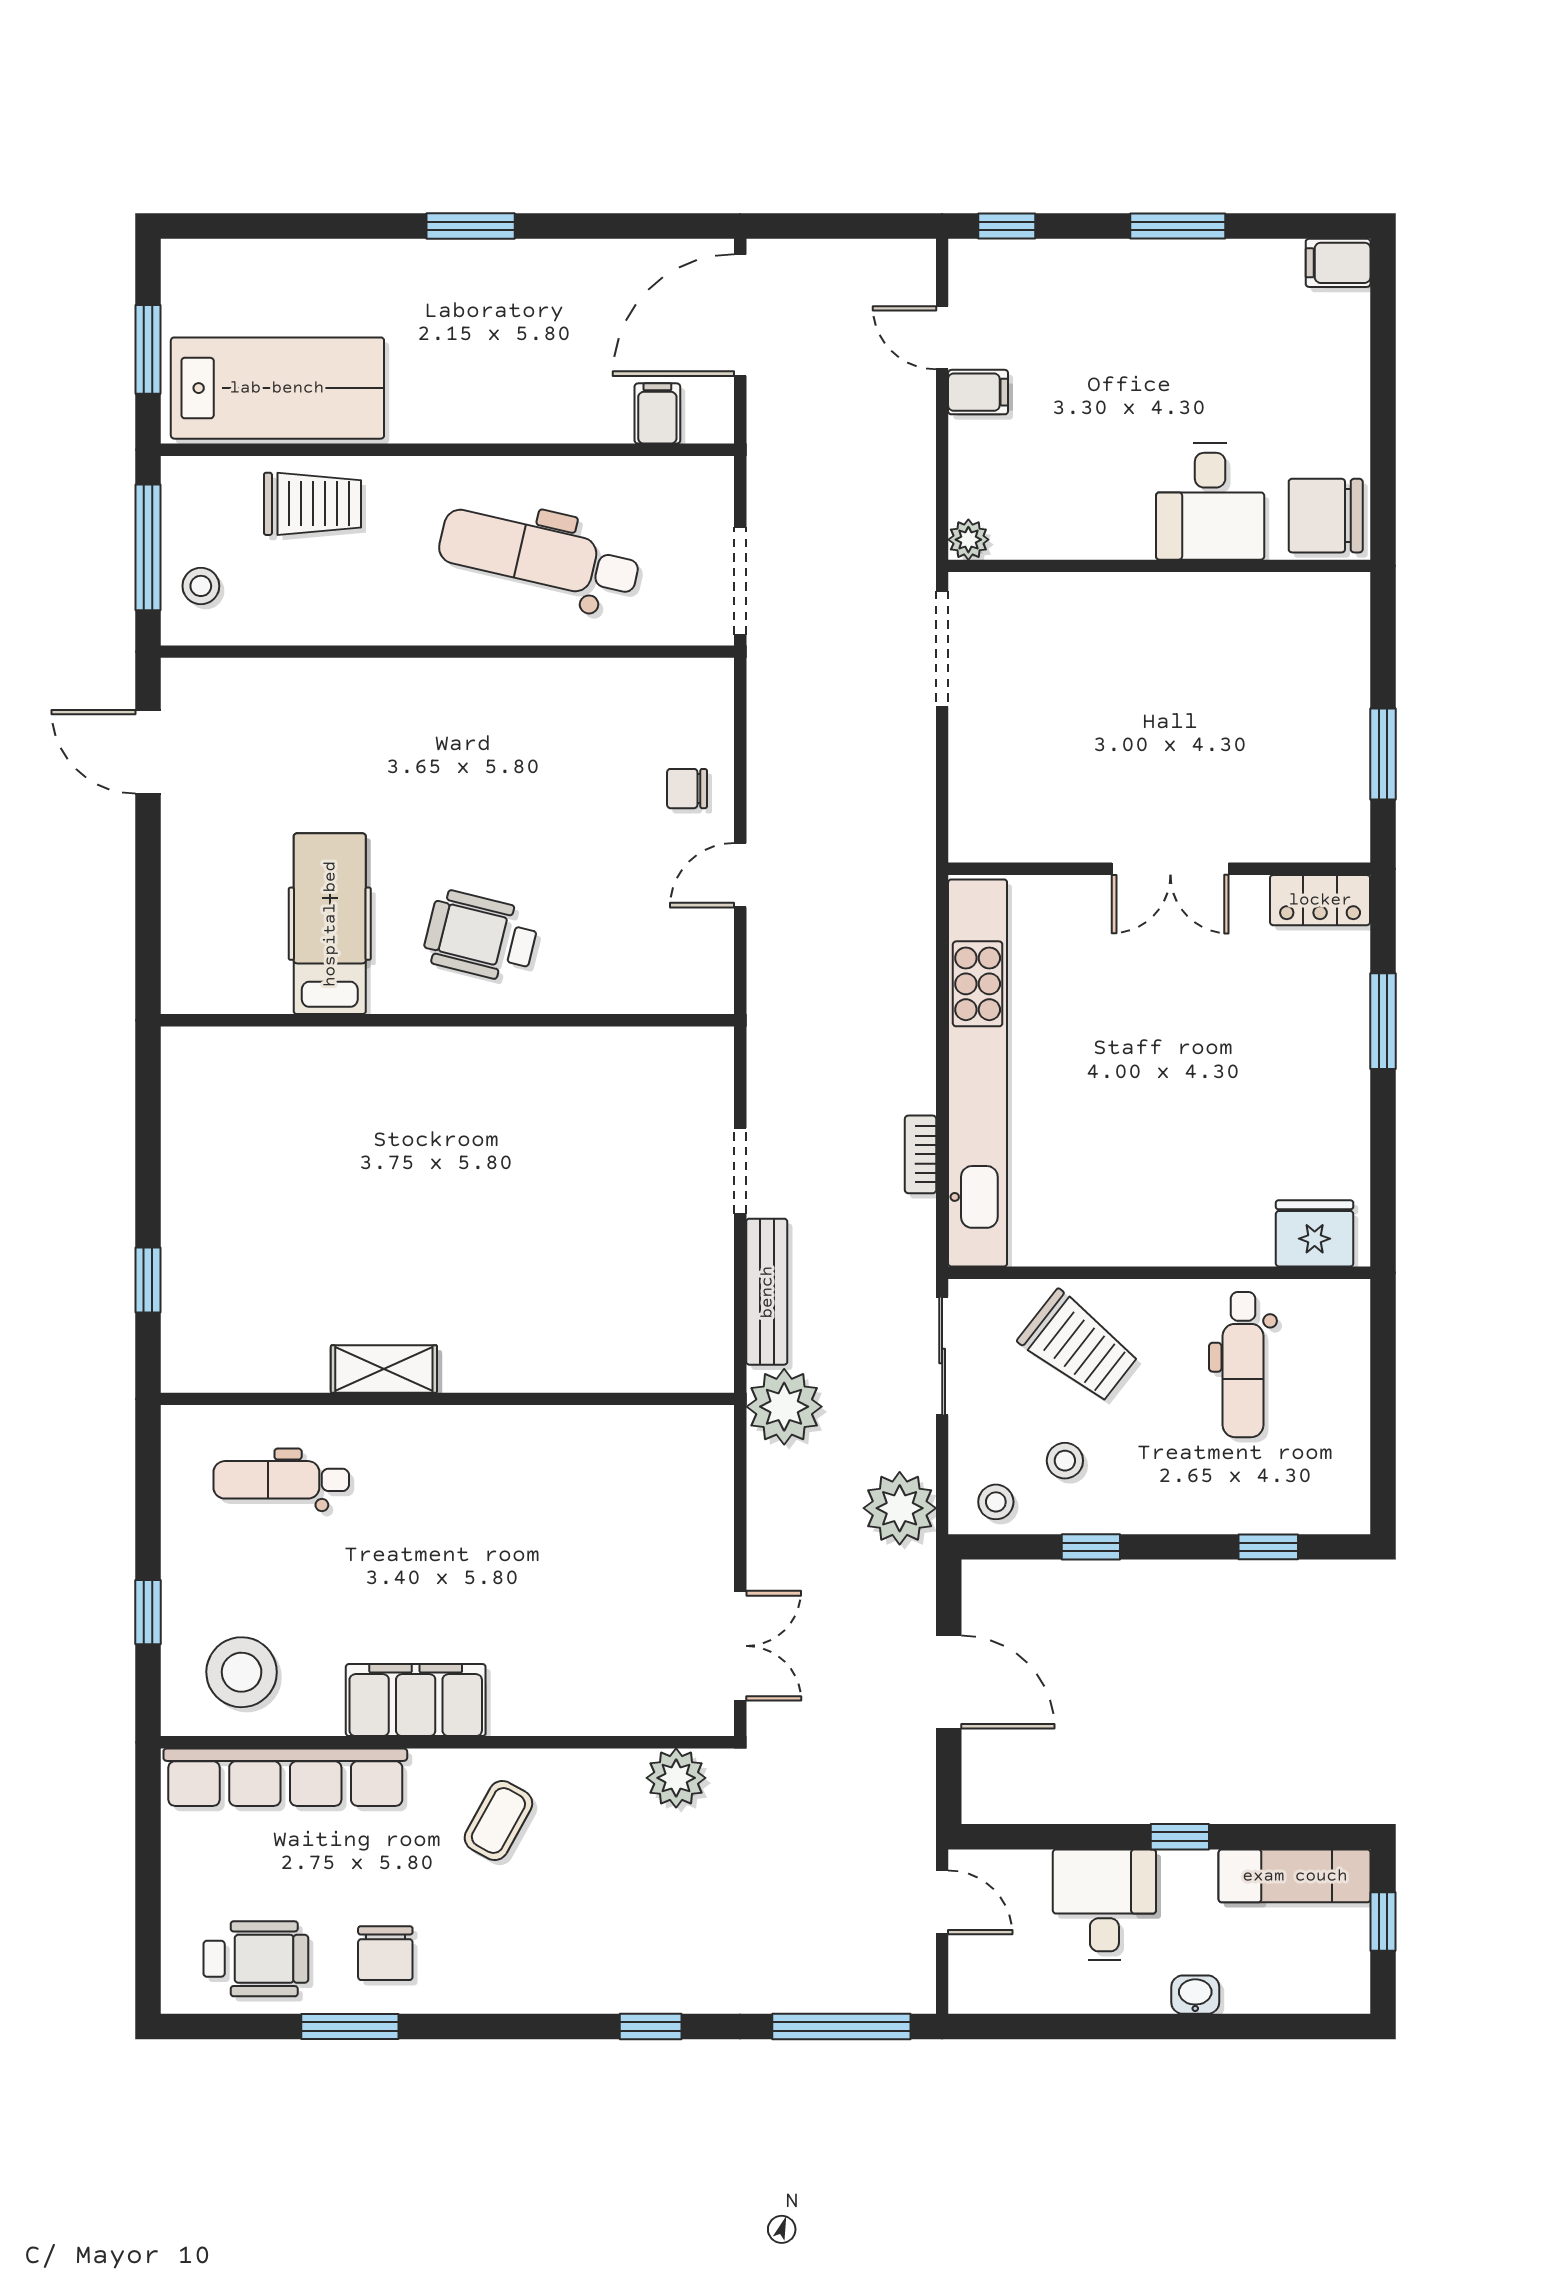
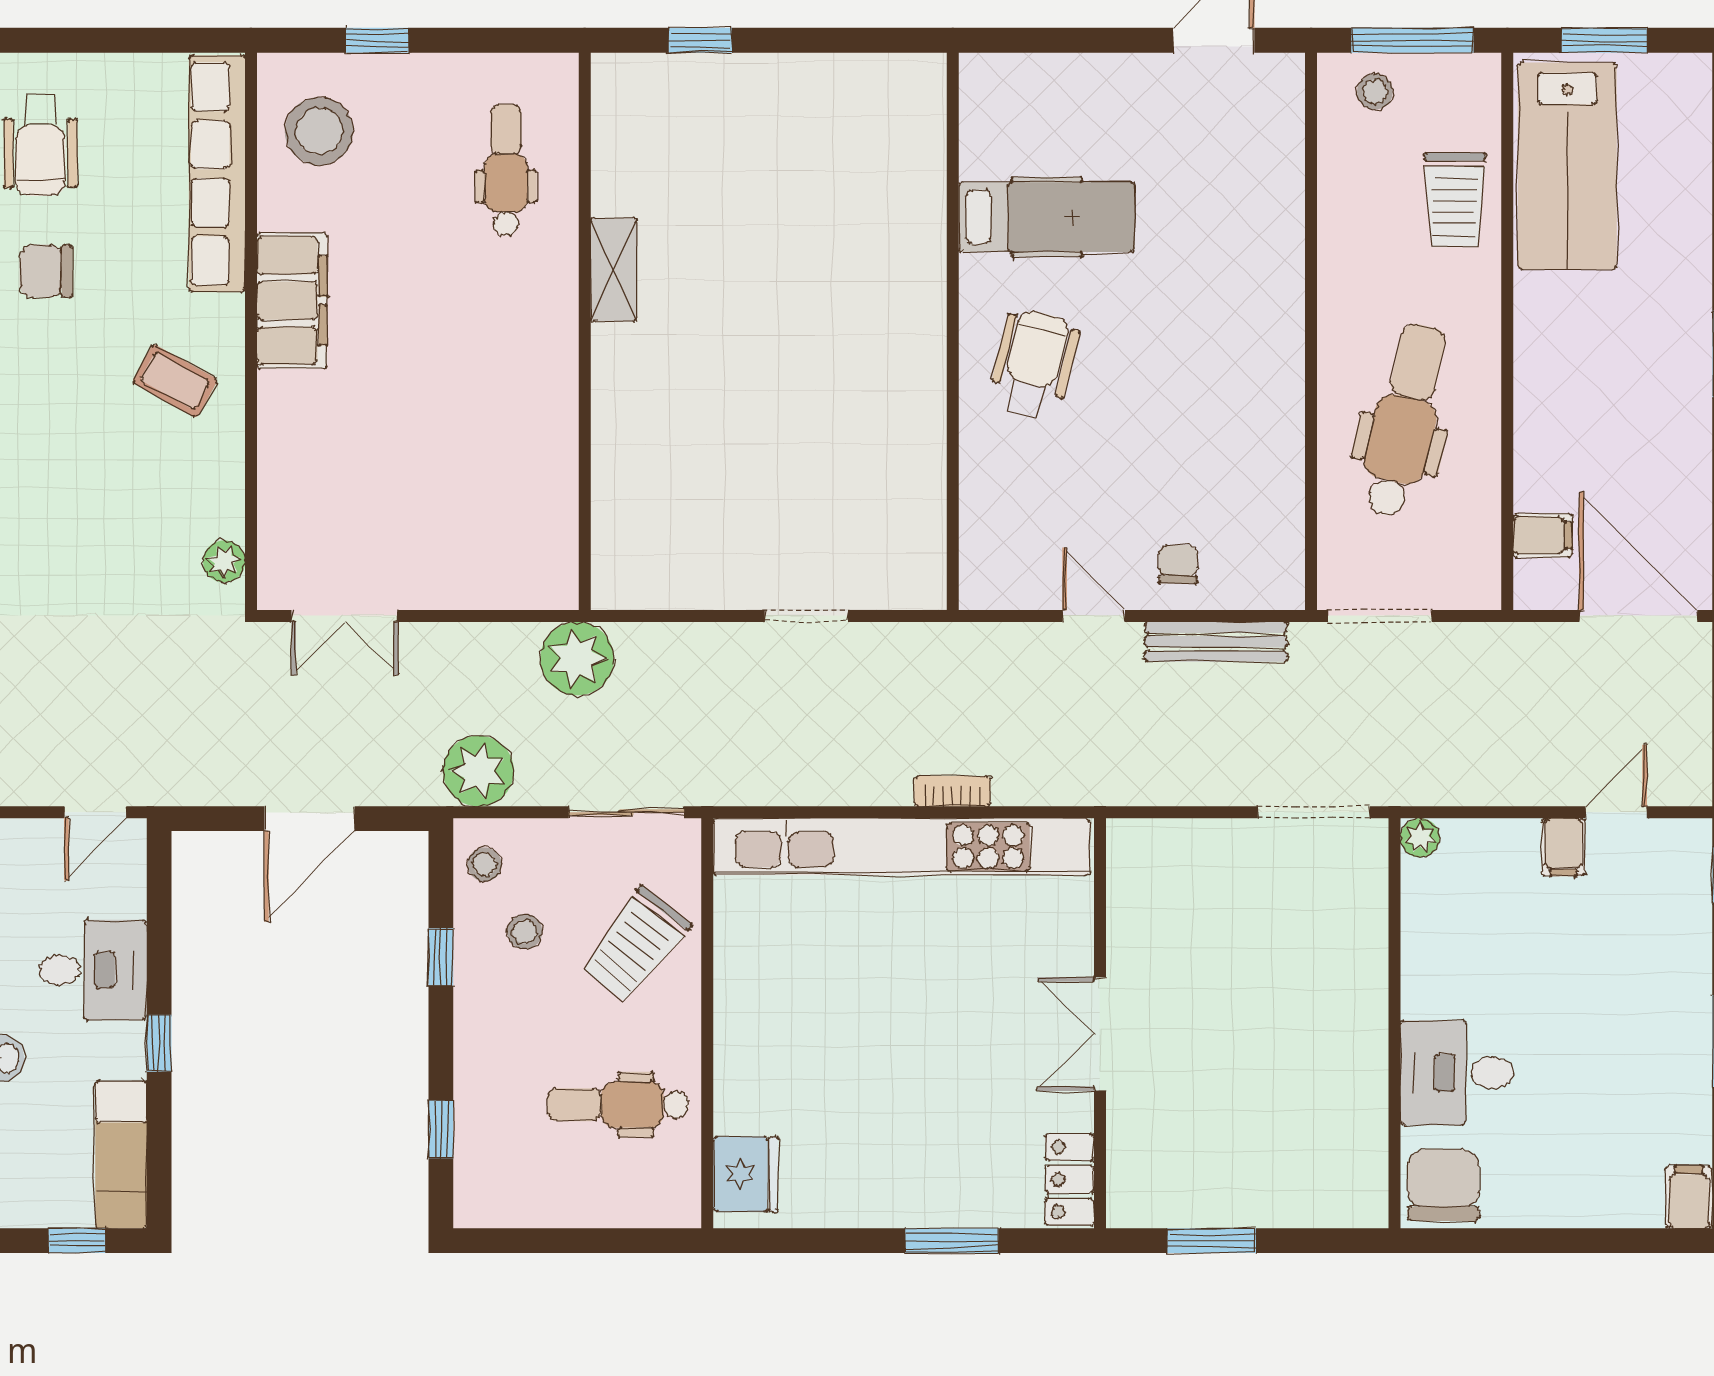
bookcase: (921, 1154) -> (952, 791), moved
bench: (767, 1292) -> (1216, 642), moved
plant: (676, 1778) -> (224, 561), width x0.73, depth x0.73

